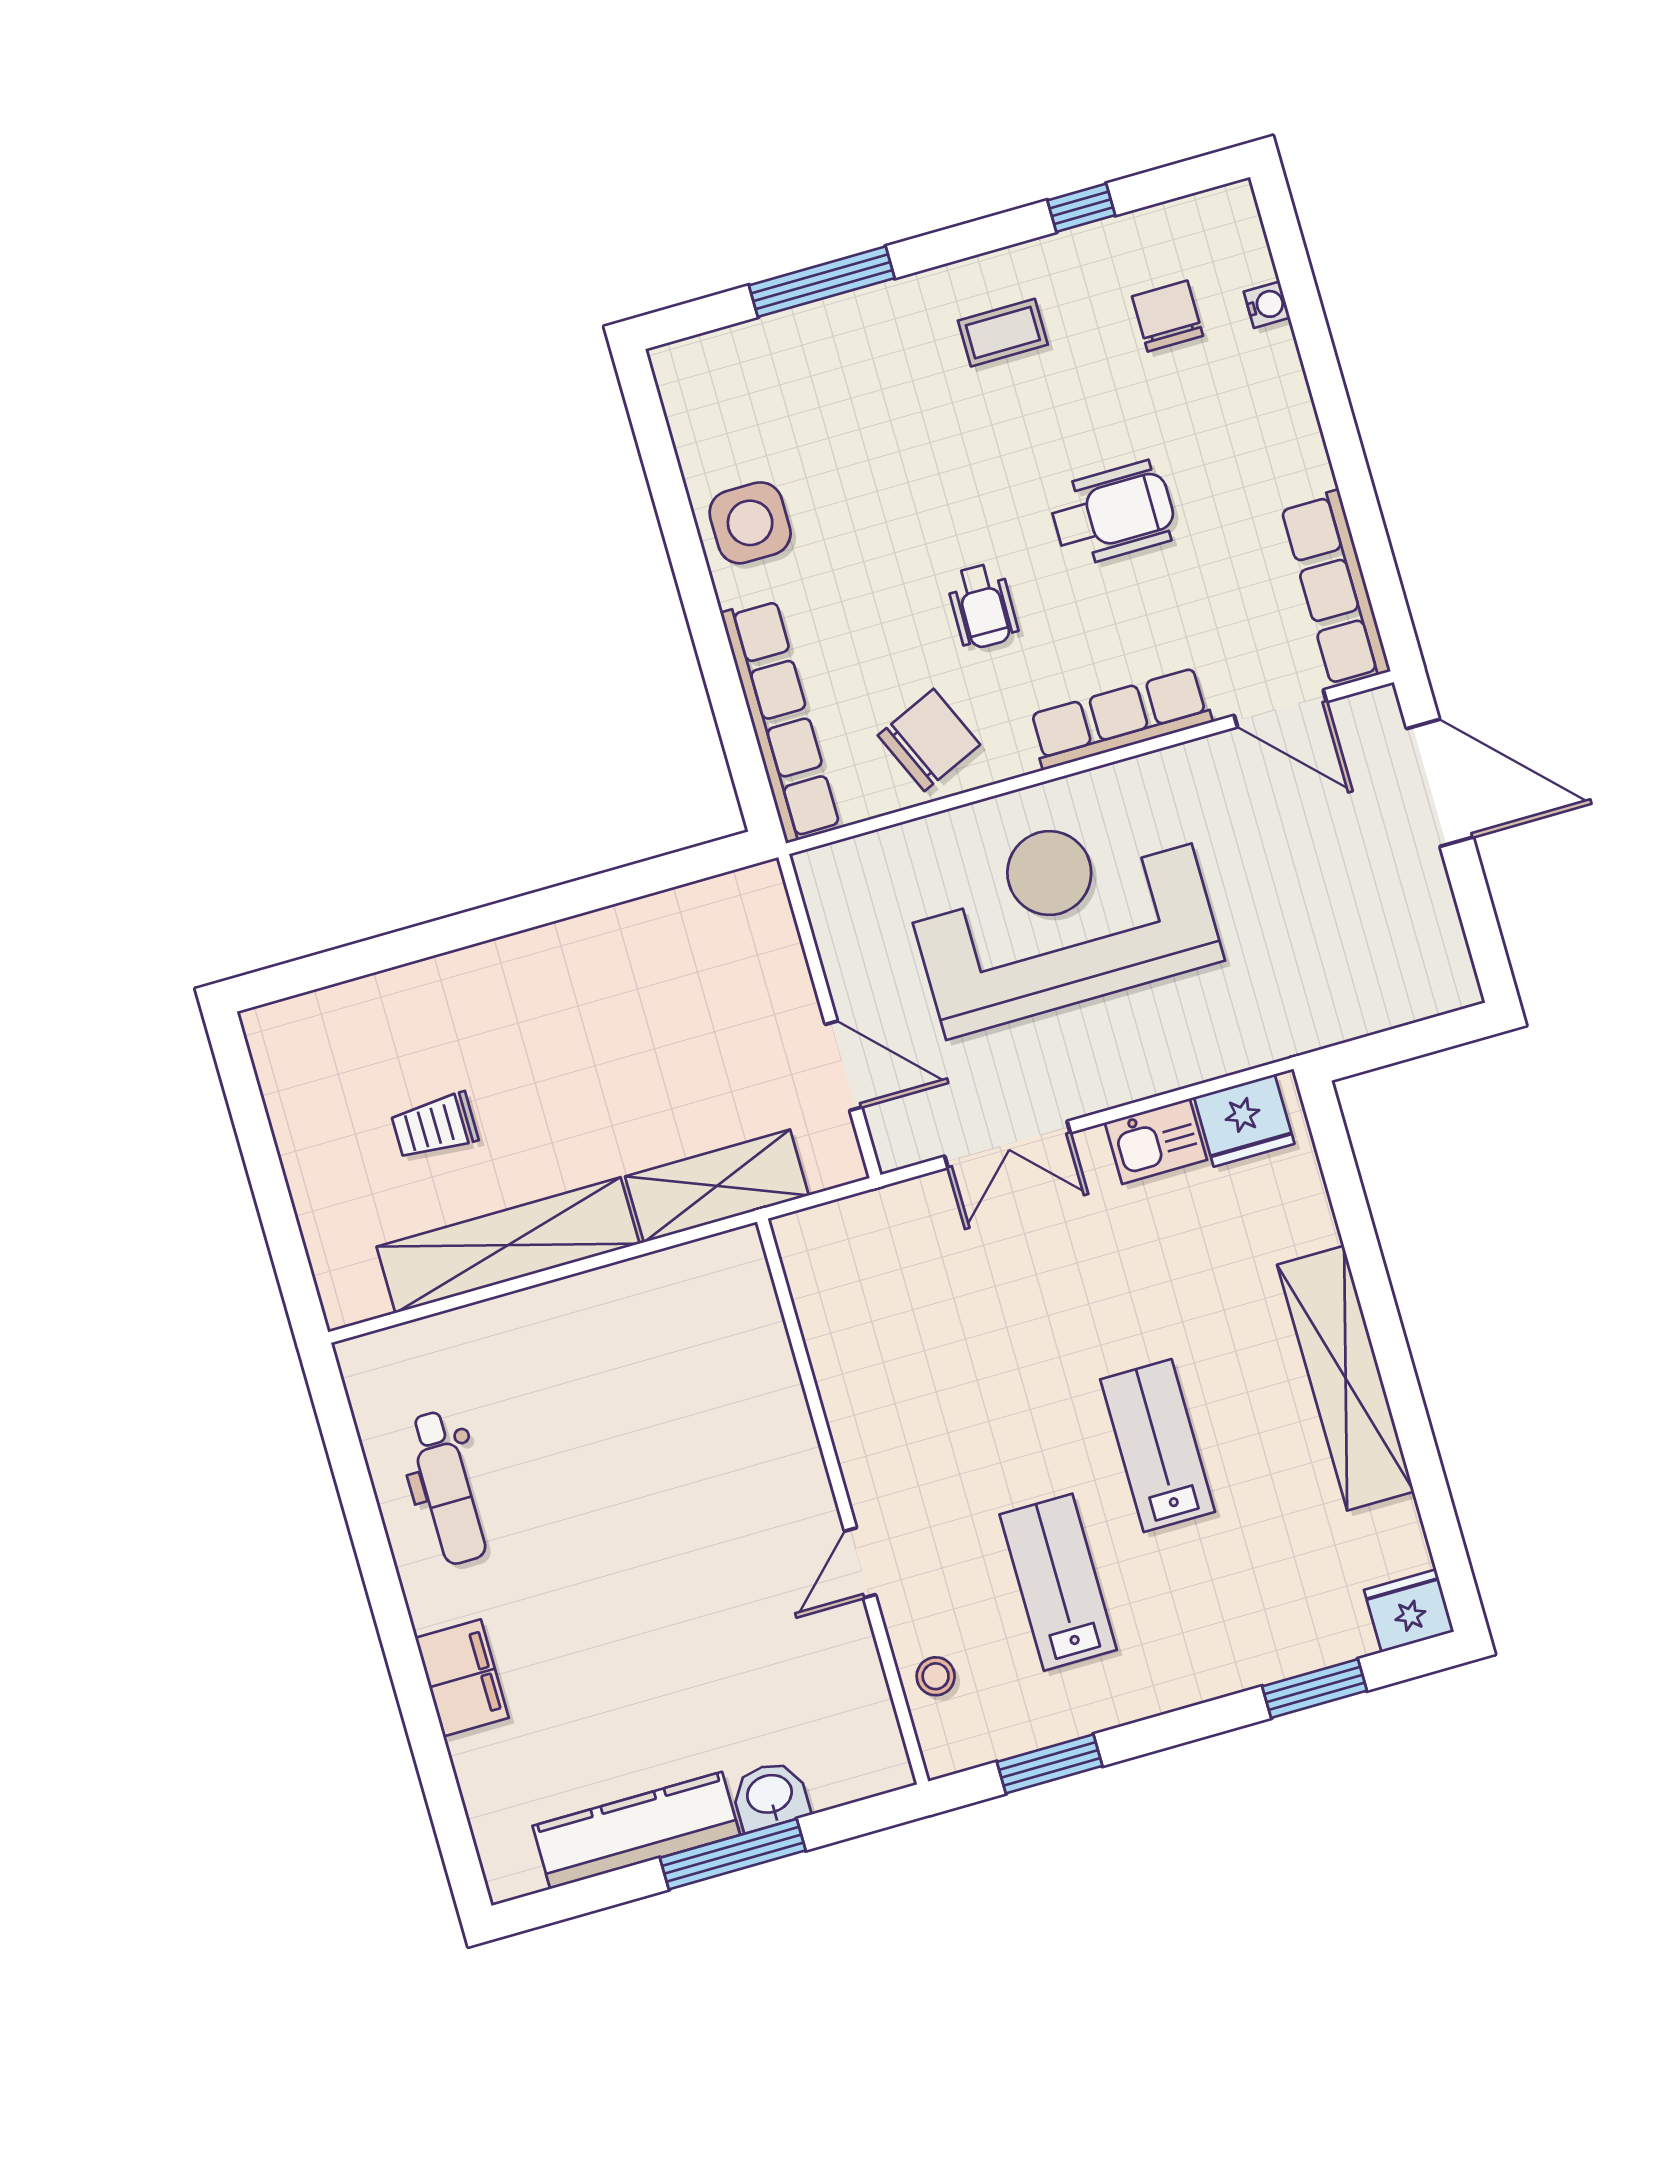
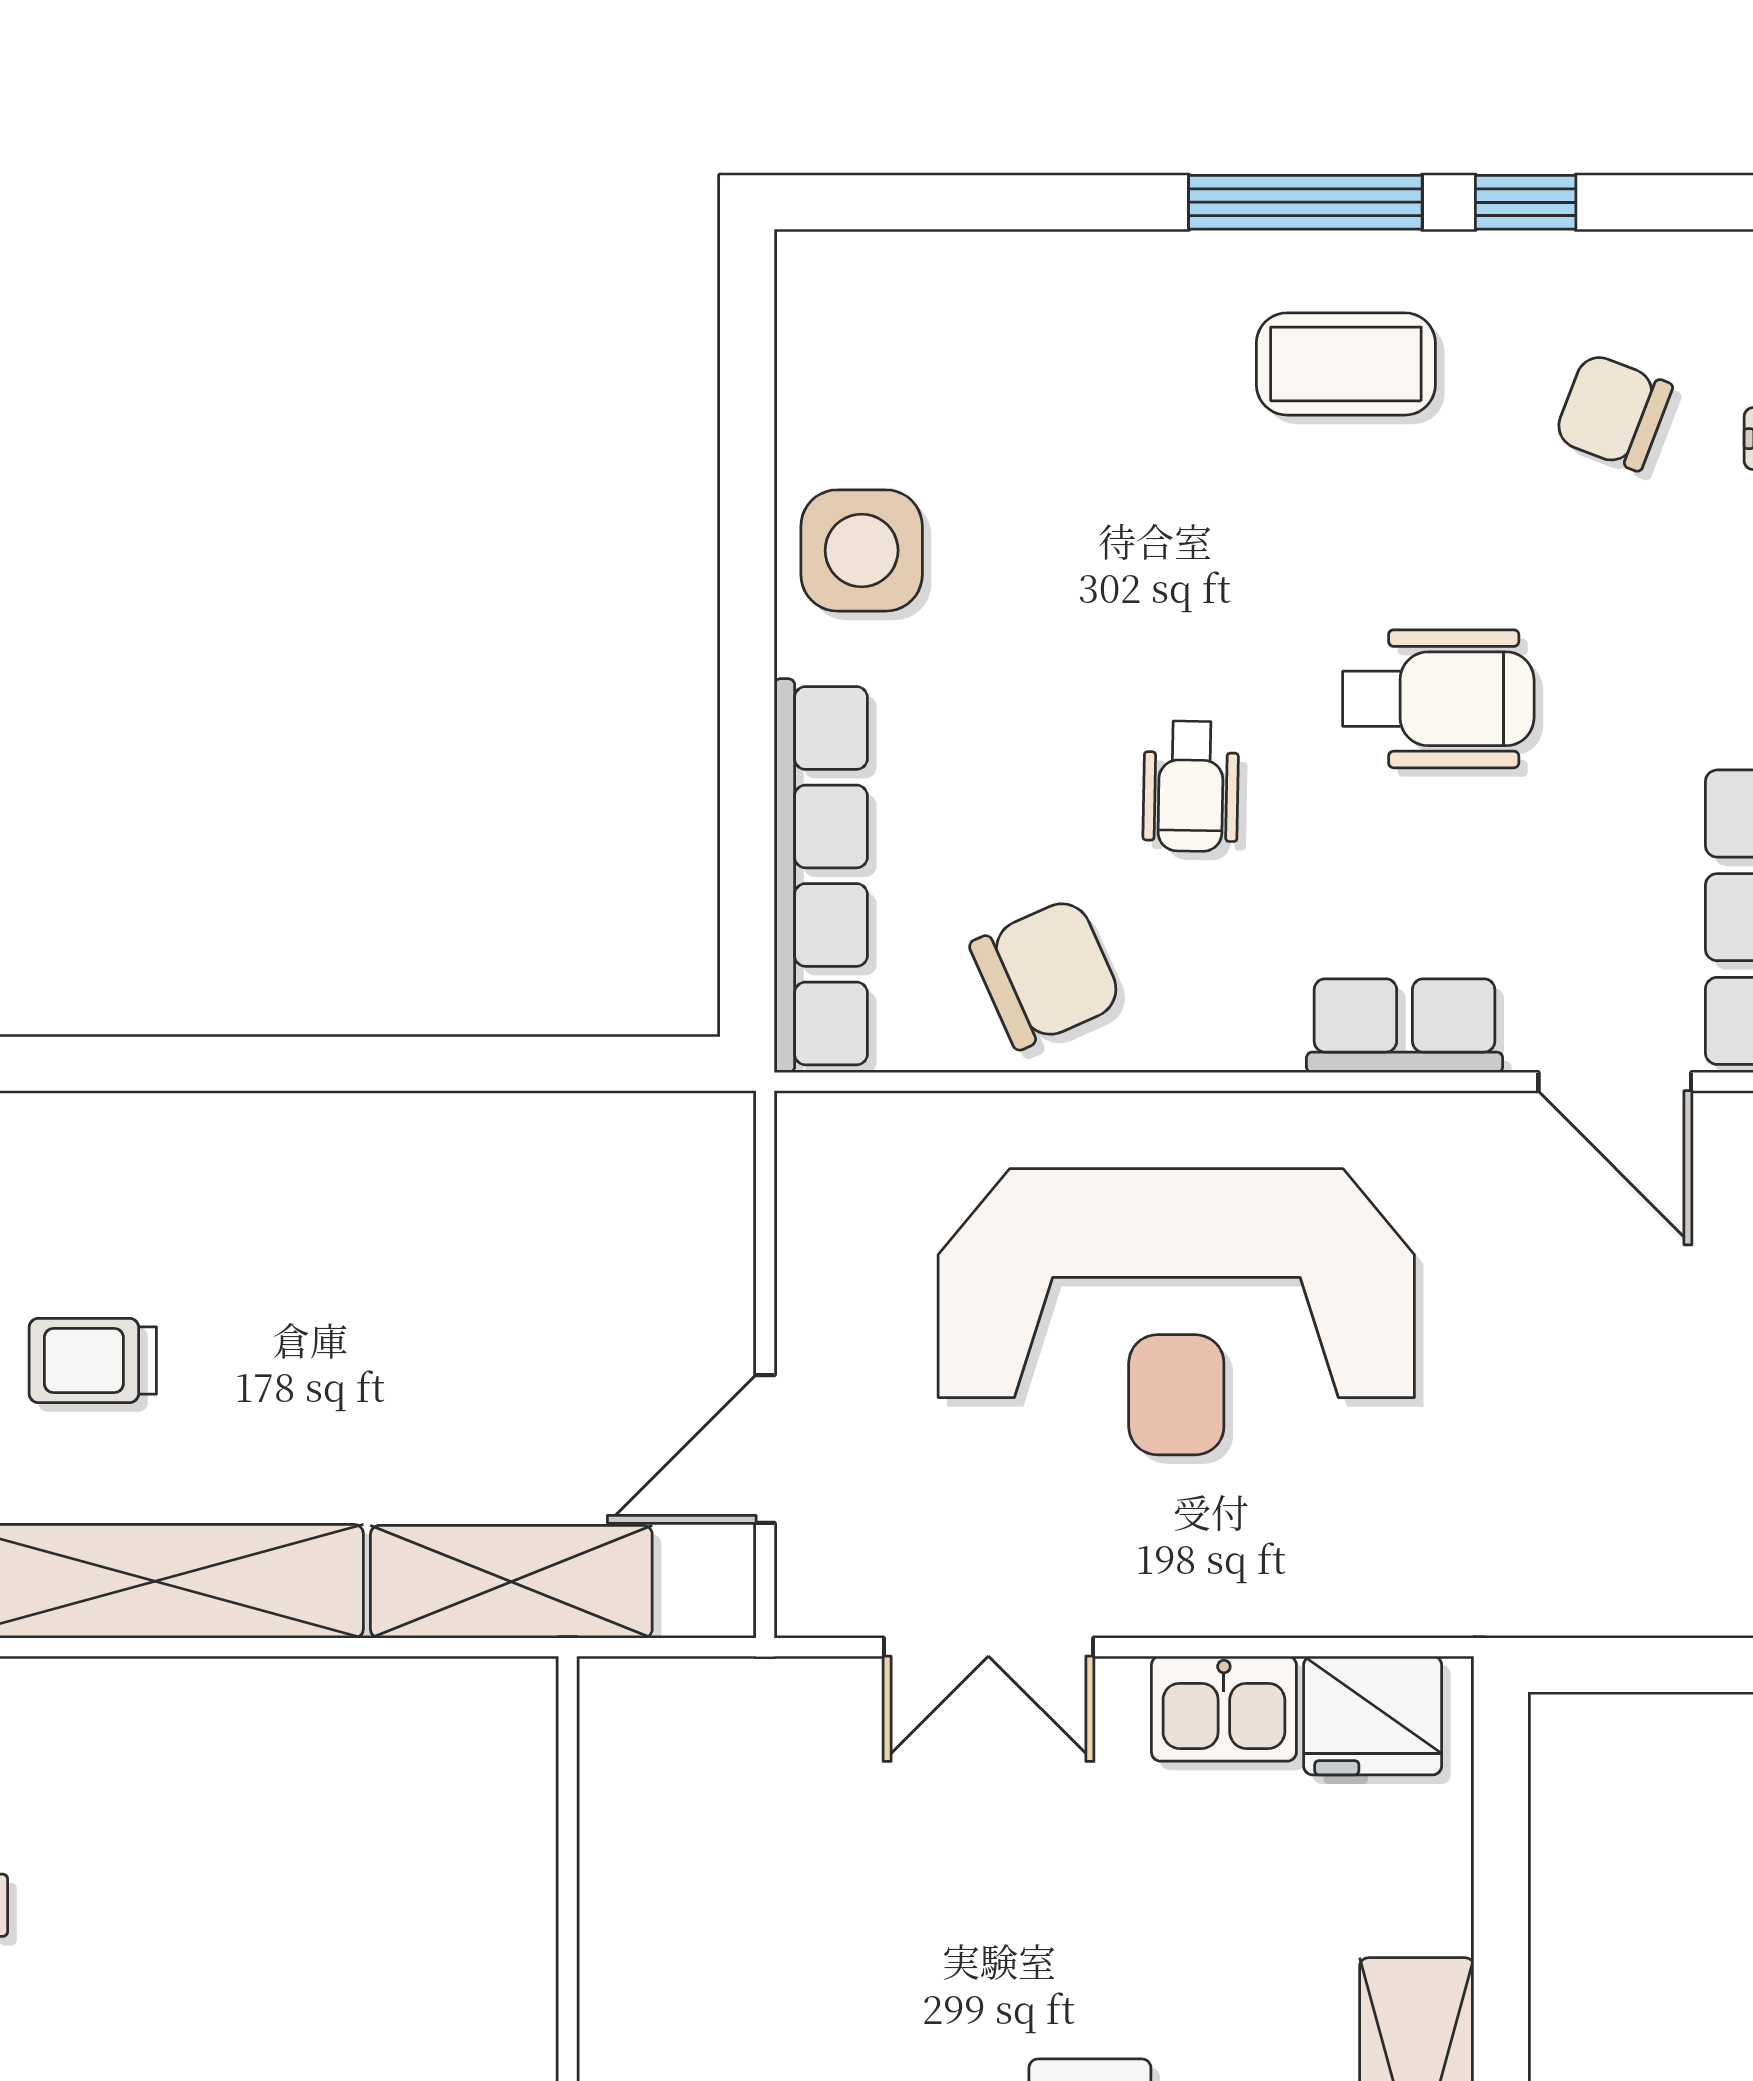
window: (822, 282) -> (1305, 202), moved
chair: (1168, 316) -> (1613, 412), turned -69
coffee table: (1003, 333) -> (1346, 364), width x1.36, depth x1.30
row of seats: (1120, 719) -> (1405, 1026), width x0.68
reception desk: (1062, 917) -> (1176, 1312), turned 180
door: (844, 1066) -> (765, 1449), swing flipped

